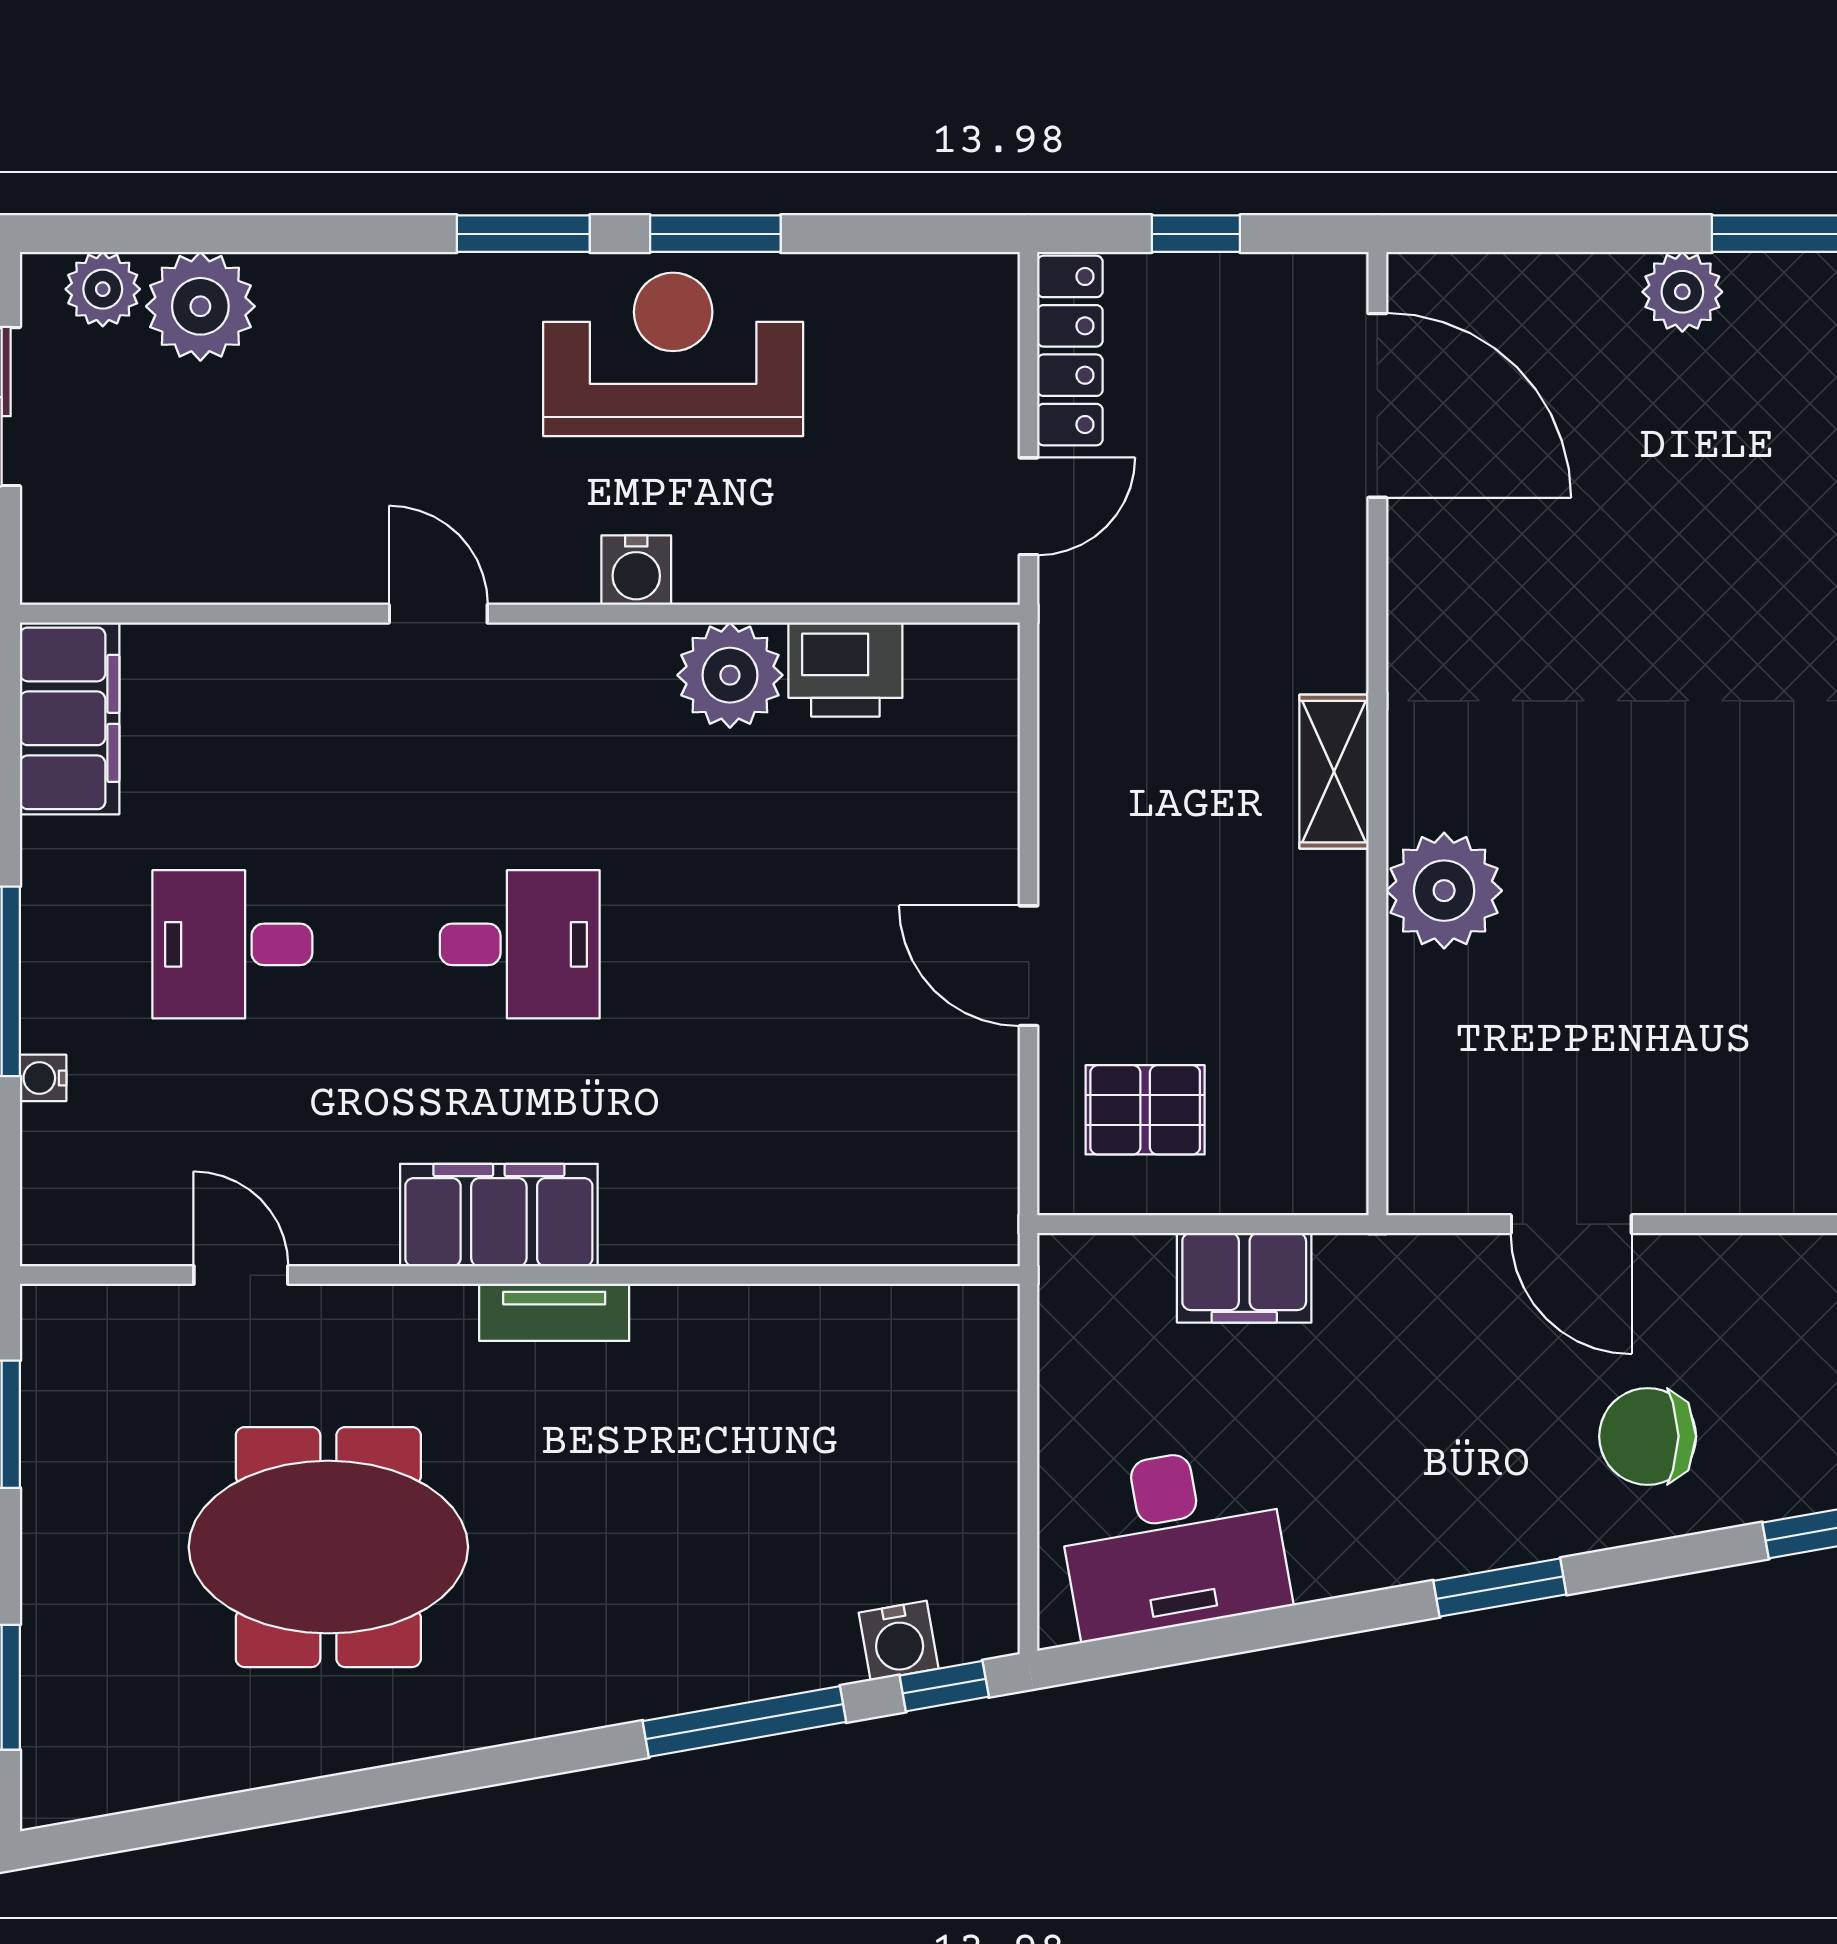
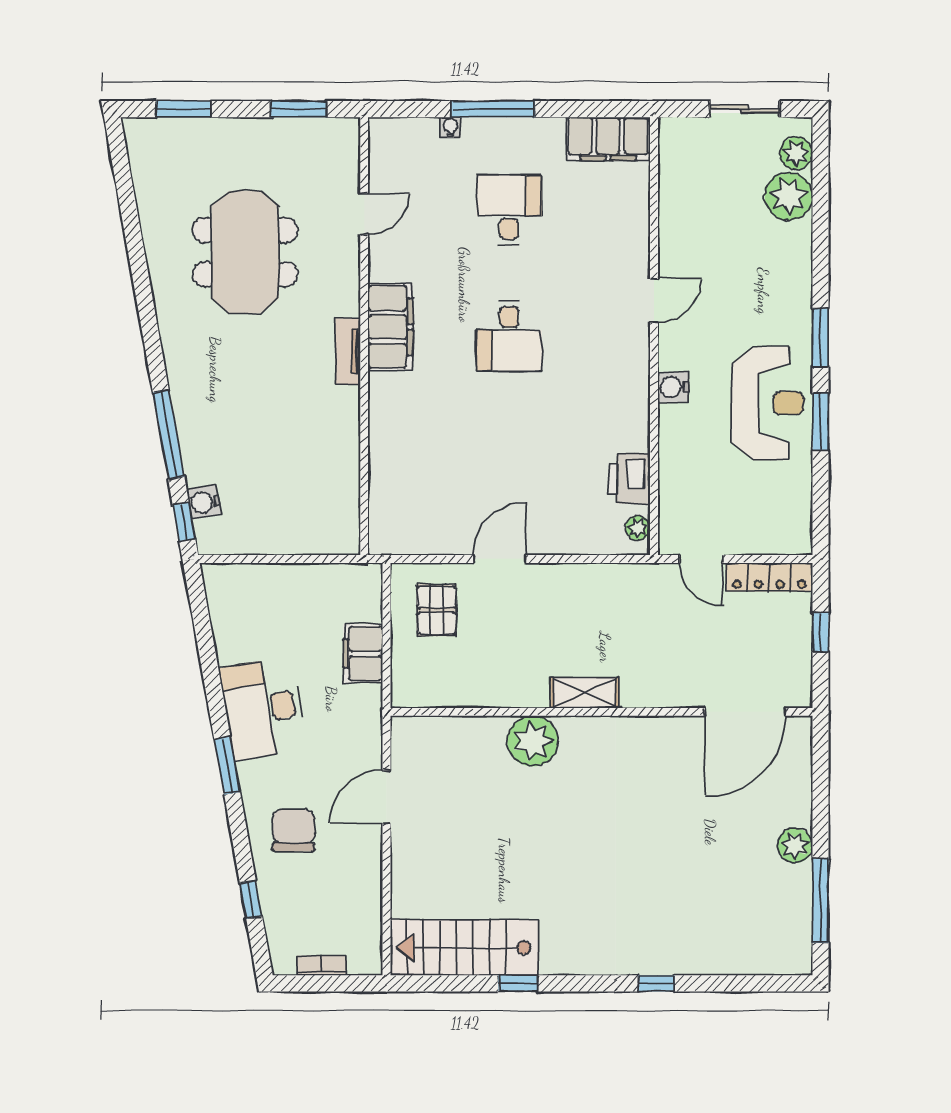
plant: (730, 675) -> (638, 528), moved, width x0.53, depth x0.53
desk: (1173, 1541) -> (263, 709), moved

